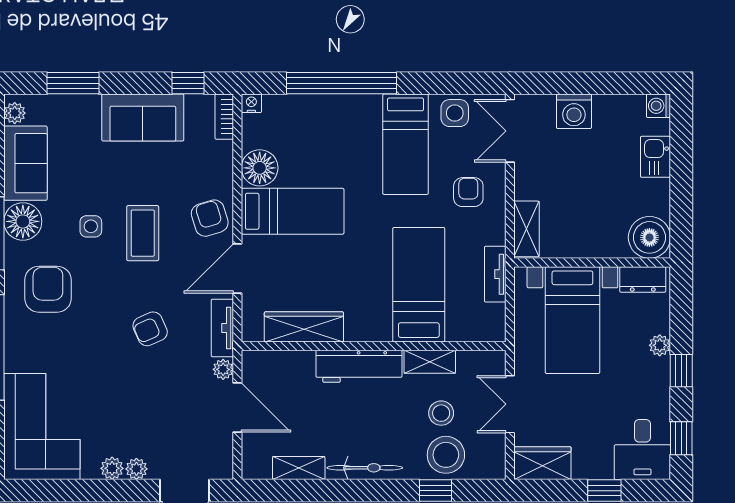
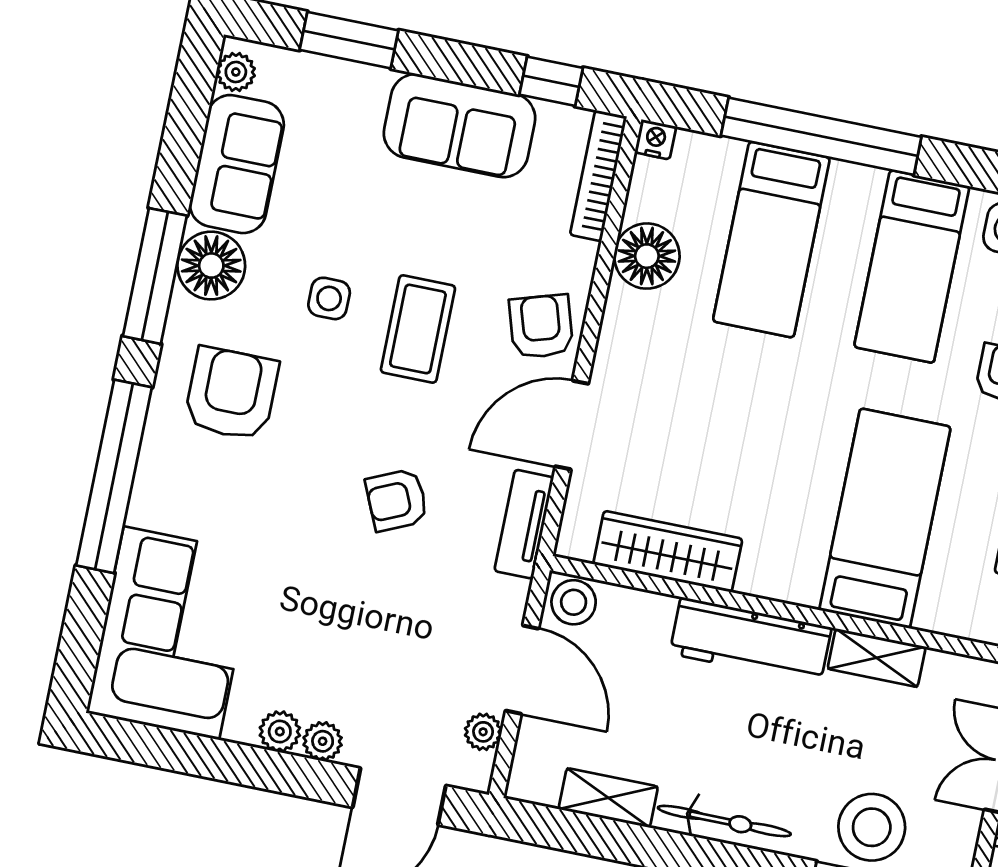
bookcase: (224, 117) -> (598, 176), width x1.56
bed: (293, 211) -> (771, 240), moved, turned 90
plant: (223, 369) -> (483, 732), moved
stool: (441, 413) -> (574, 602), moved

